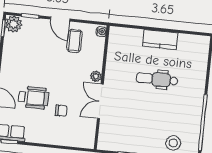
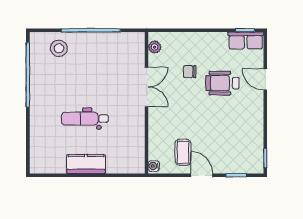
plant: (14, 24) -> (254, 164), removed
plant: (96, 76) -> (155, 47), moved
dental chair: (157, 79) -> (85, 119), turned 180

